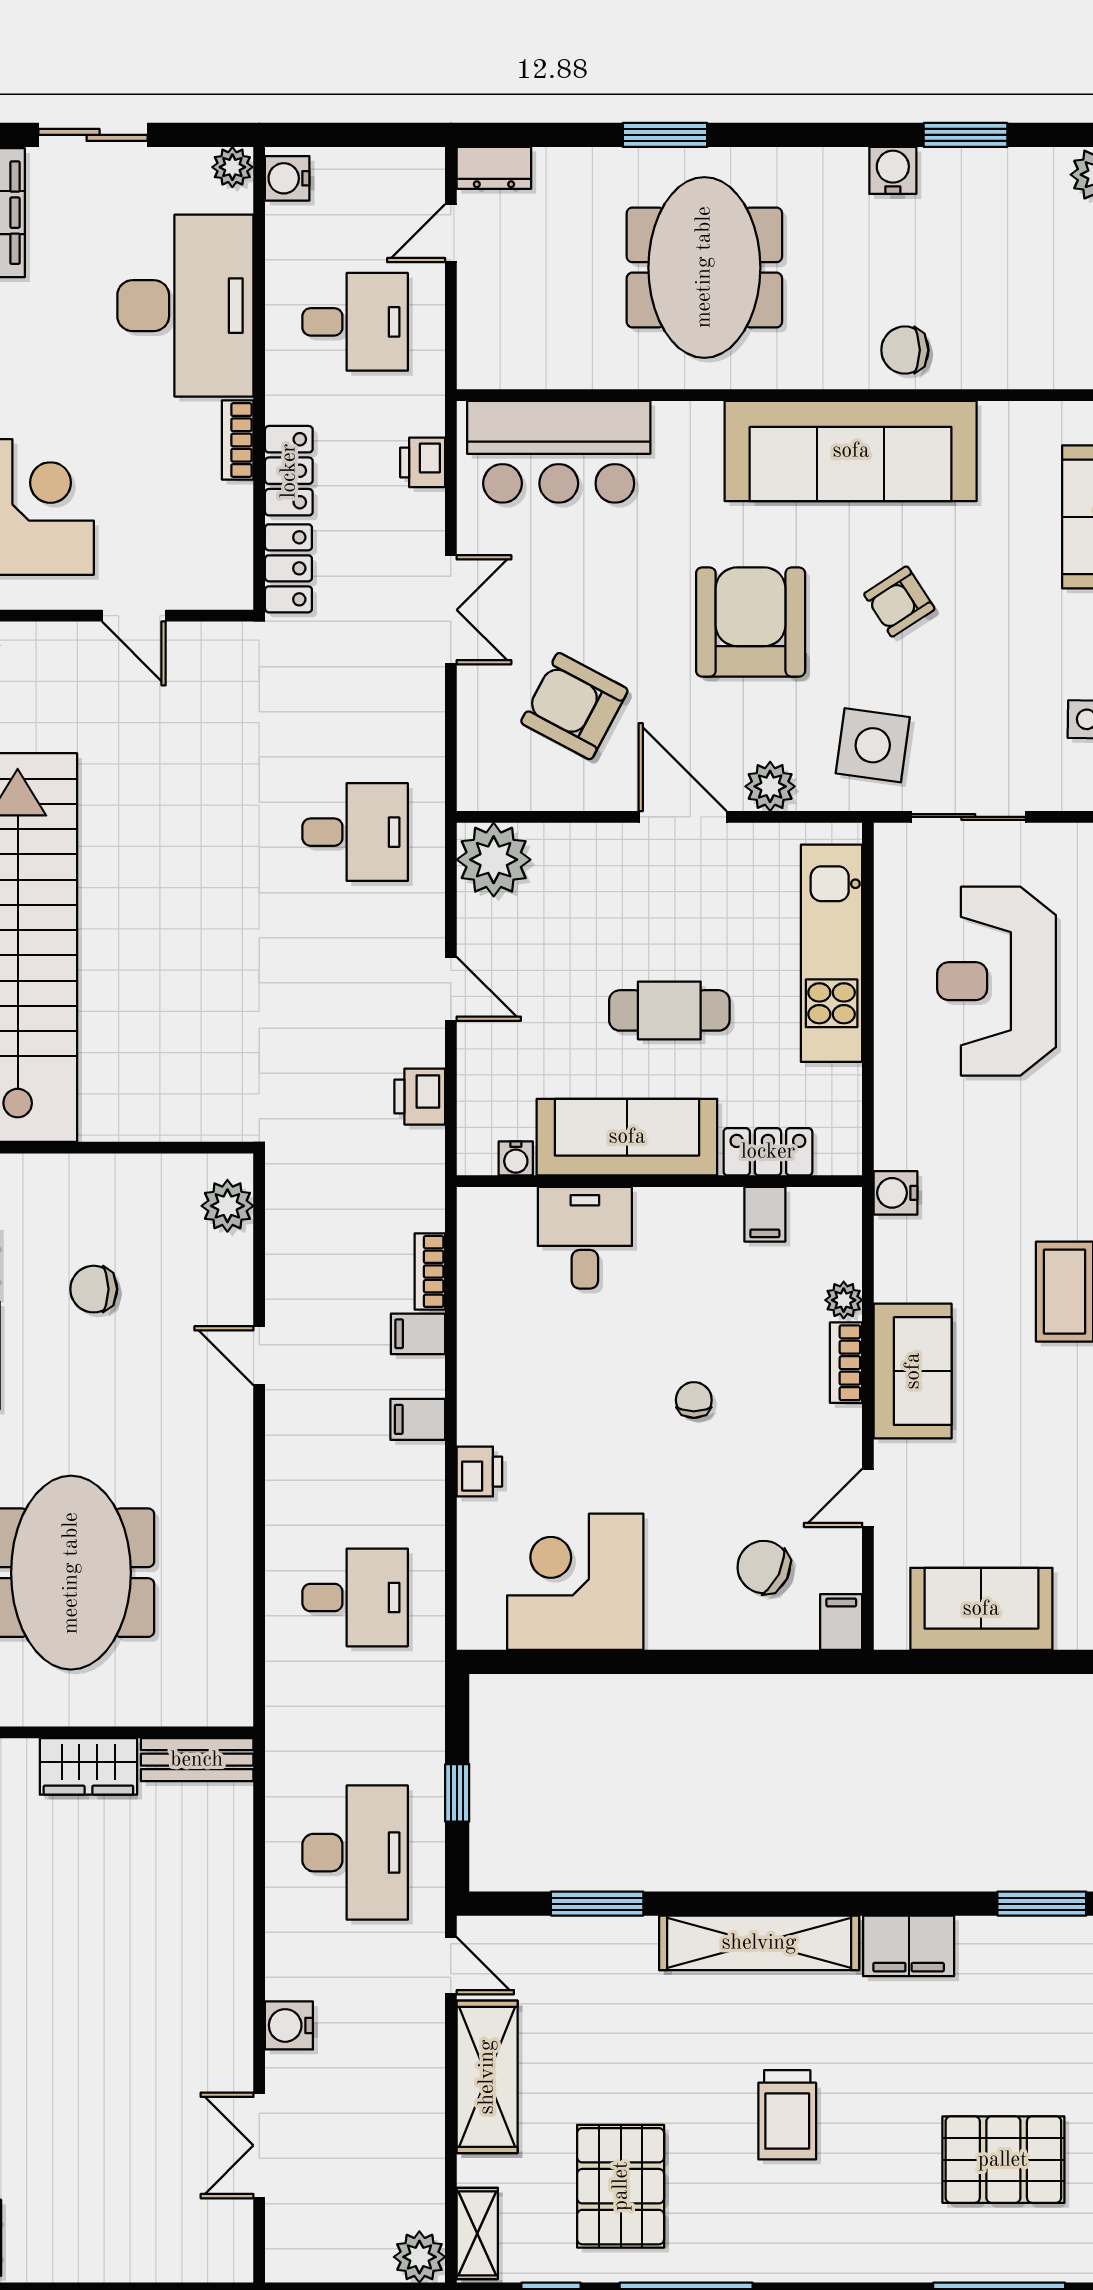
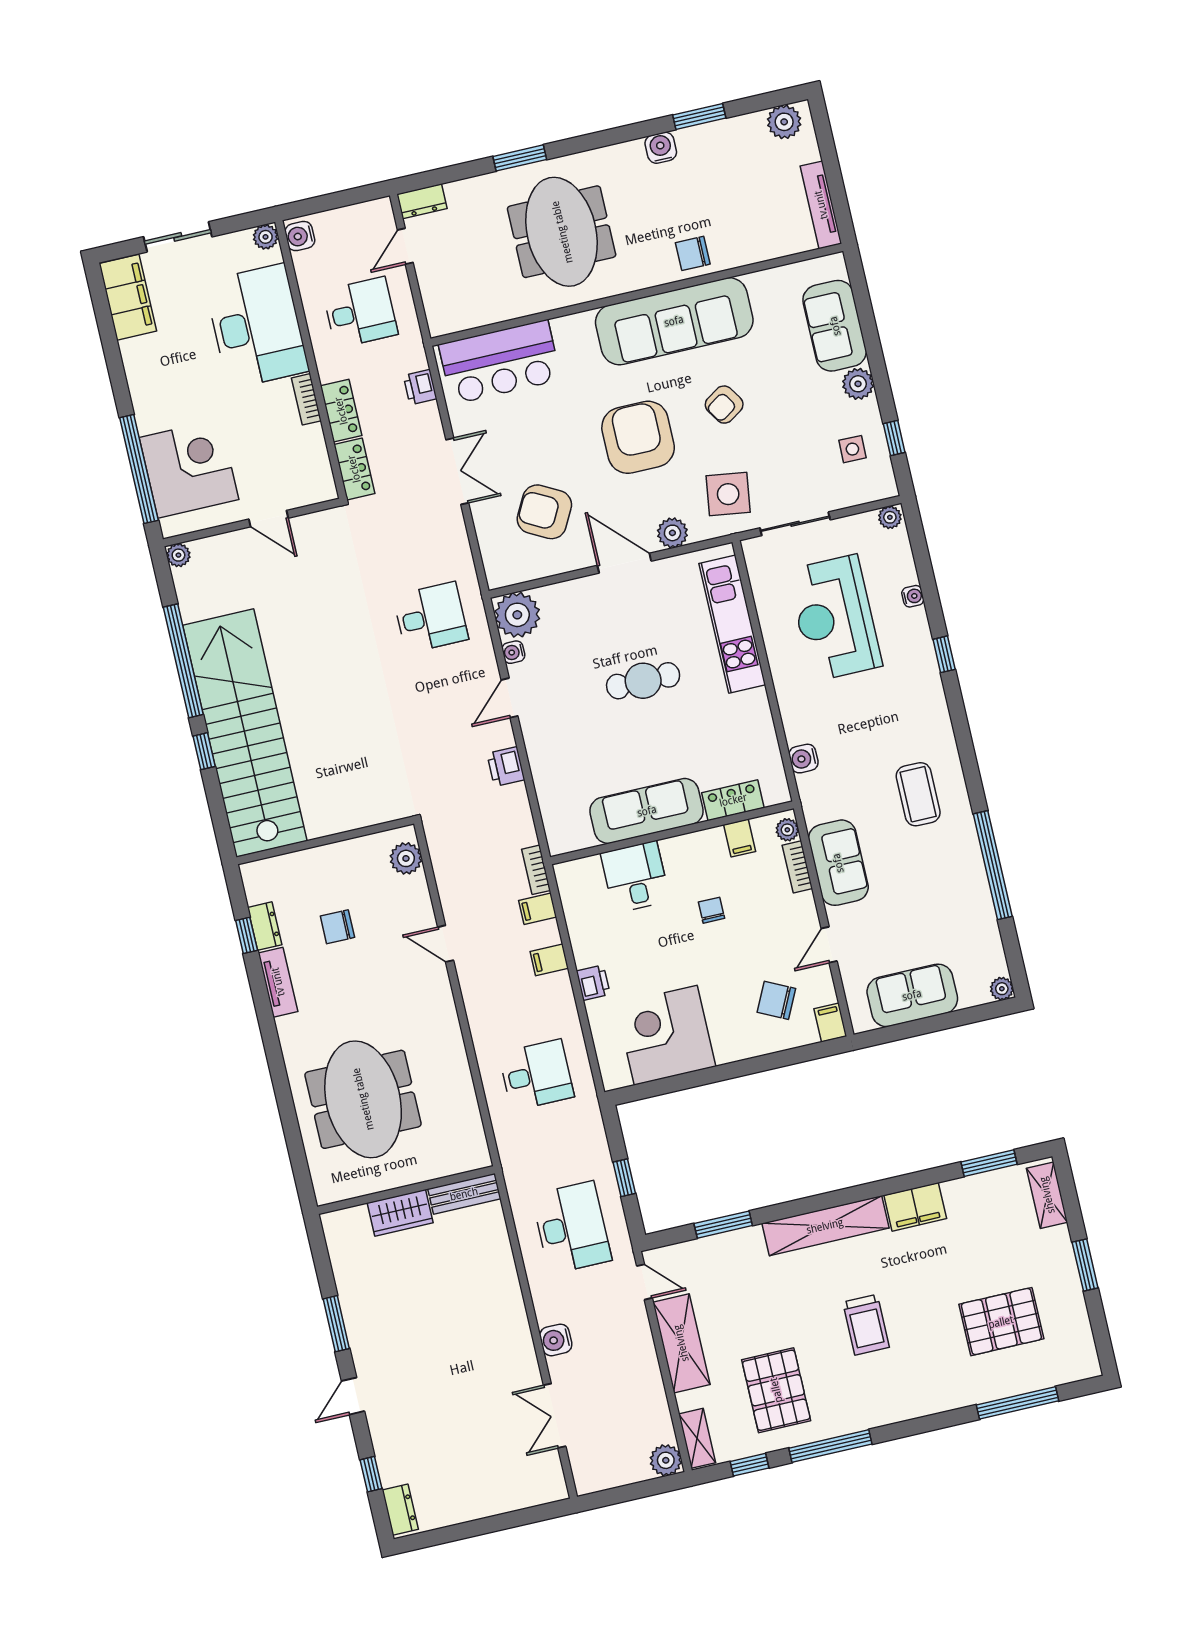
door: (451, 989) -> (510, 698), swing flipped
sofa: (627, 1137) -> (647, 811), moved
locker: (768, 1152) -> (733, 800), moved
water cooler: (516, 1158) -> (513, 652), moved, turned 90
wall: (659, 1181) -> (672, 833), moved
filing cabinet: (765, 1214) -> (740, 838), moved
desk: (585, 1238) -> (635, 877), moved

